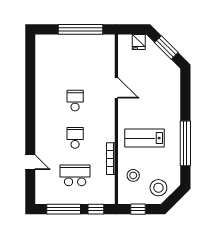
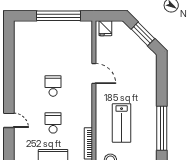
fridge: (139, 42) -> (105, 28), moved
lab bench: (145, 138) -> (122, 123), turned -90
door: (30, 162) -> (9, 120), moved

